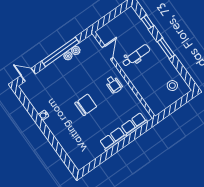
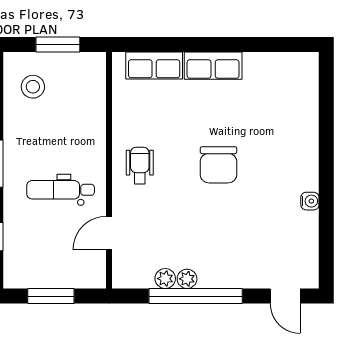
window: (112, 15) -> (51, 296), added
chair: (86, 105) -> (218, 165), turned -90
window: (174, 107) -> (58, 45), added

